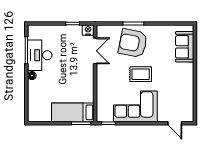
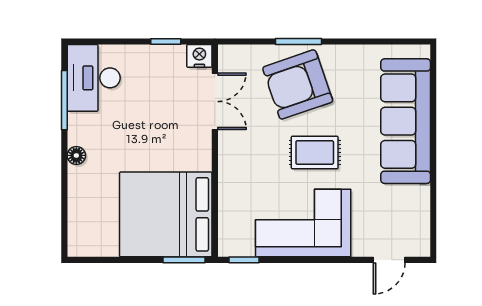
armchair: (133, 43) -> (298, 84), turned -30
sofa: (185, 47) -> (406, 121), width x1.85, depth x1.27
desk: (40, 55) -> (94, 78), moved
bed: (73, 112) -> (166, 214), width x2.04
door: (175, 123) -> (389, 260), hinge flipped

